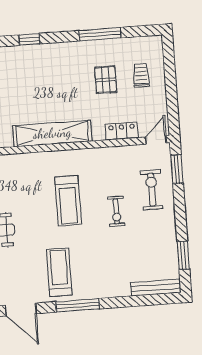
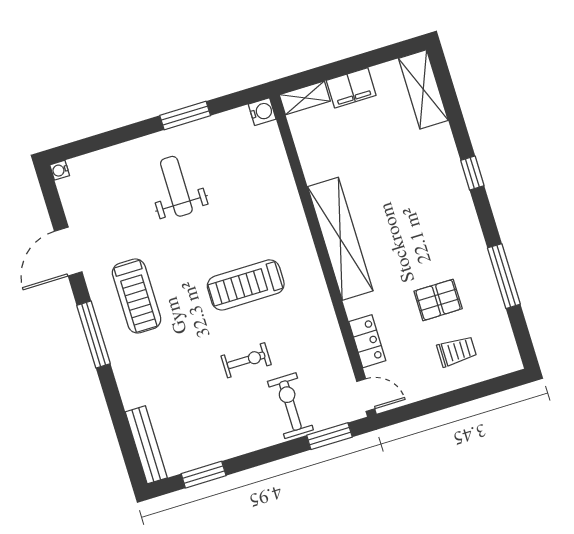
exercise bike: (152, 190) -> (290, 406), turned -90
exercise bike: (116, 211) -> (246, 360), turned 180
treadmill: (59, 272) -> (137, 296), turned 90

